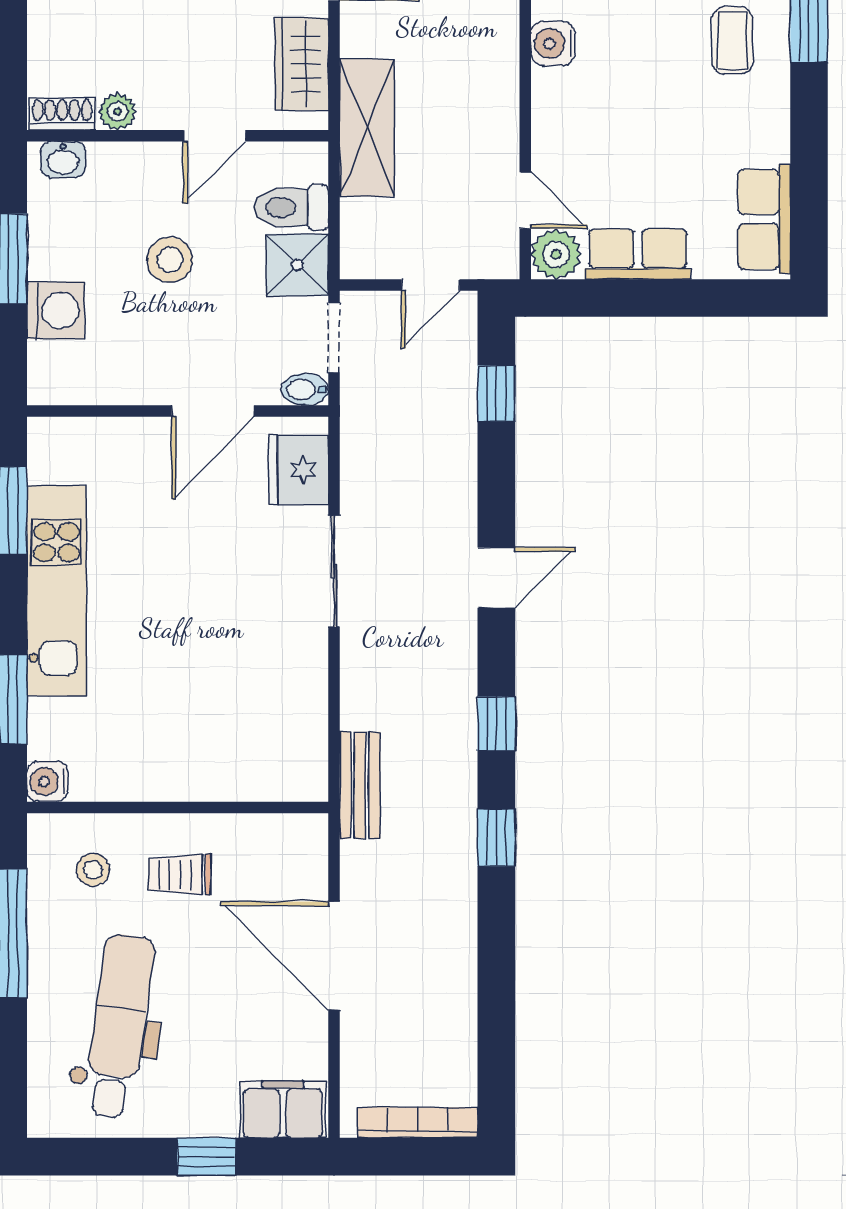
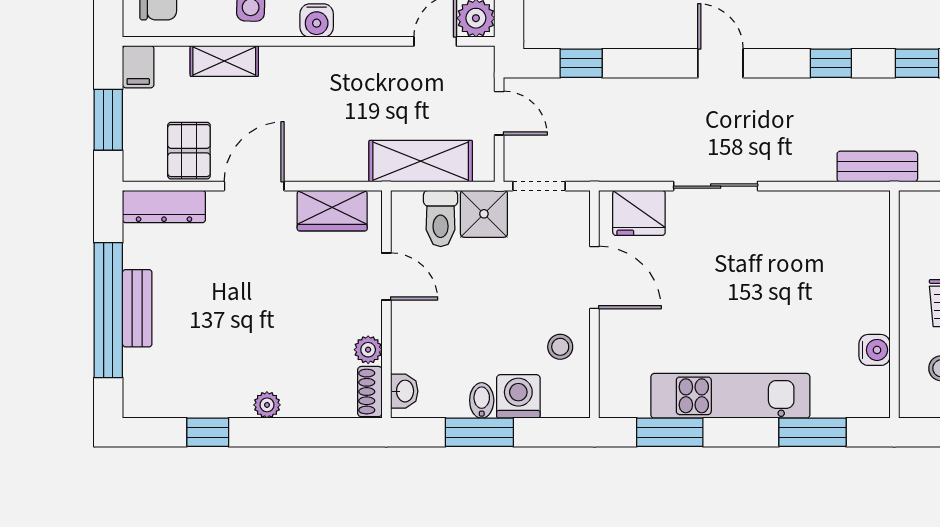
shelving: (367, 128) -> (421, 161), moved
stool: (170, 260) -> (560, 347), moved, width x0.73, depth x0.73
bidet: (305, 389) -> (482, 400), moved, turned 180
water cooler: (48, 781) -> (875, 350), moved, turned -90

